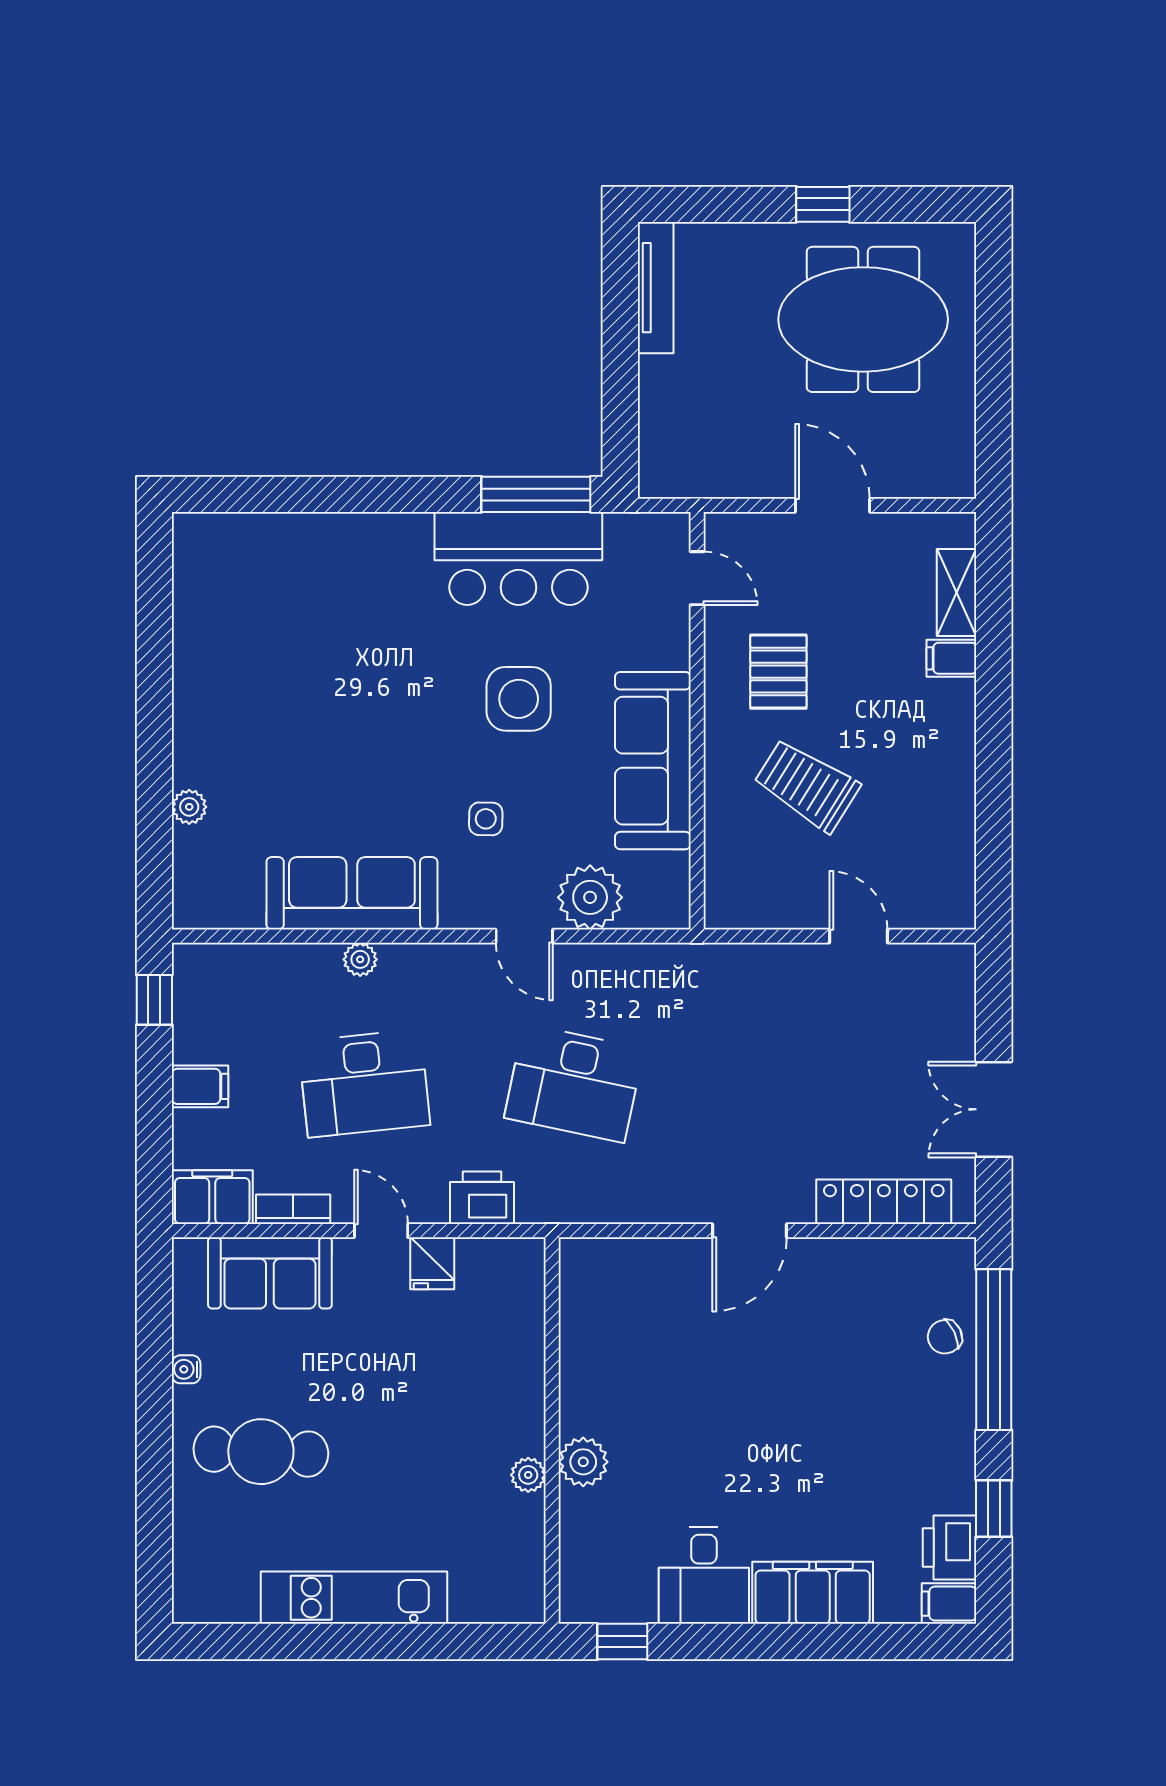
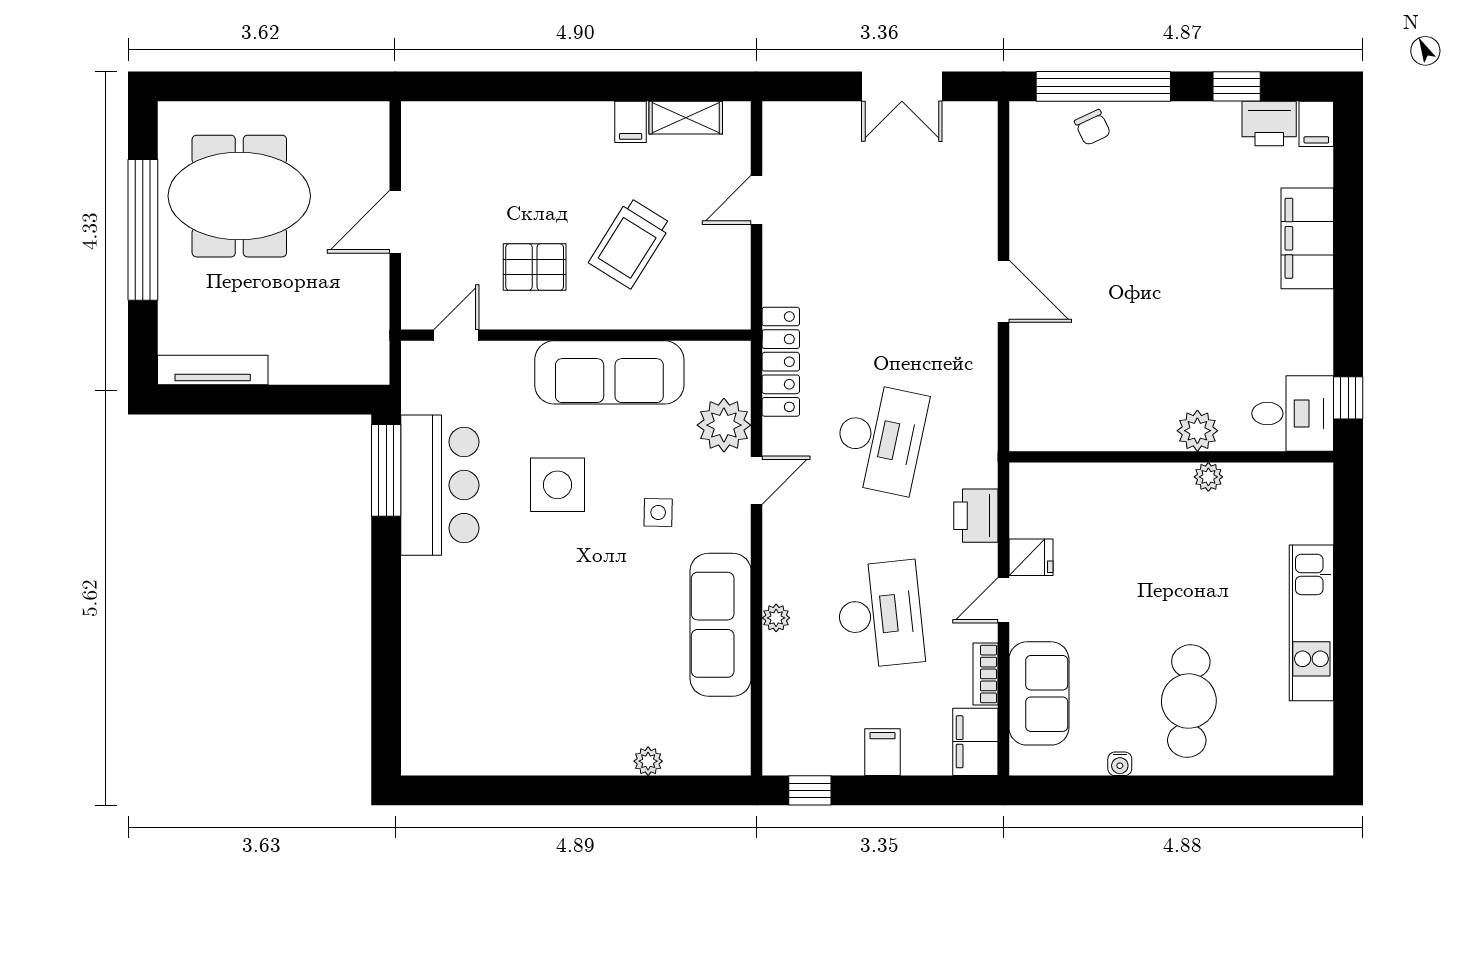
window: (823, 204) -> (143, 230), width x3.17
meeting table: (863, 319) -> (239, 196), turned 90
shelving: (957, 592) -> (686, 118), moved
filing cabinet: (951, 658) -> (631, 122), moved
locker: (884, 1202) -> (781, 362), moved, turned 180
desk: (704, 1575) -> (1293, 414), moved

